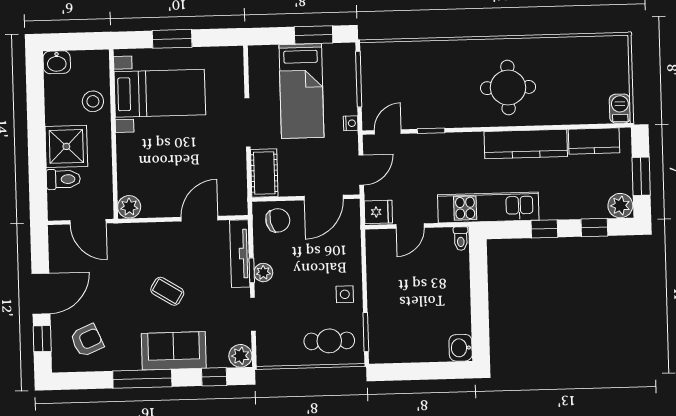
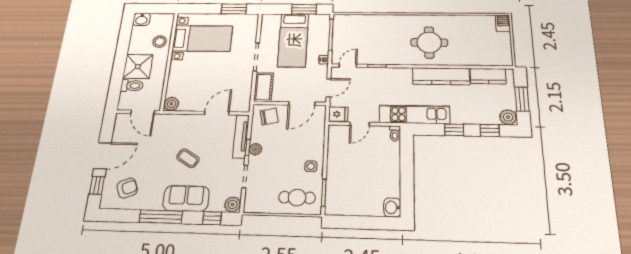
window: (172, 39) -> (234, 9), moved
barbecue: (620, 109) -> (503, 23), moved

